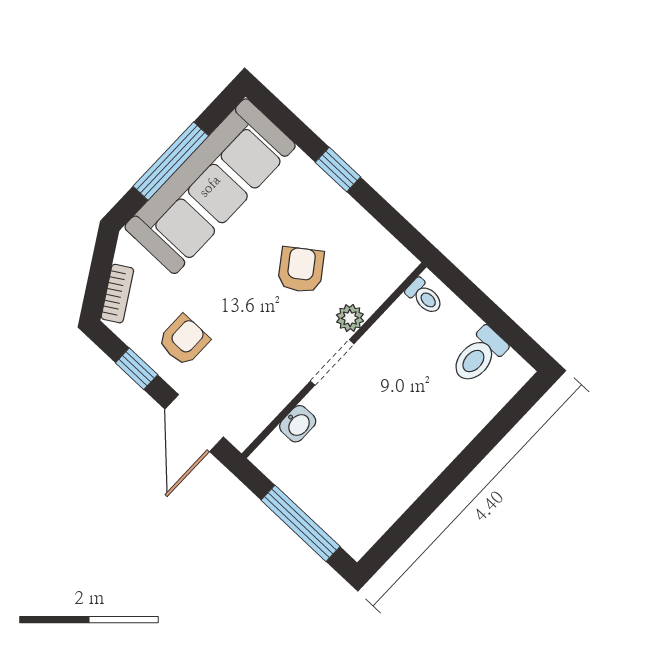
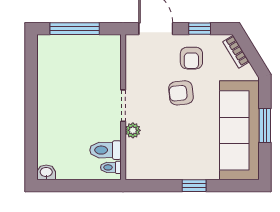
window: (171, 161) -> (265, 126), width x0.69
armchair: (301, 270) -> (181, 93), moved, turned 120
toilet: (479, 355) -> (106, 150), moved, turned -90
washbasin: (298, 424) -> (46, 172), moved, turned 90

